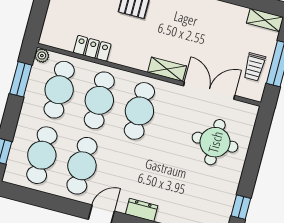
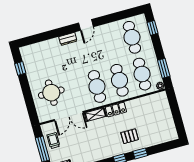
locker: (92, 48) -> (116, 110), moved
cafe table: (82, 166) -> (109, 43), removed

